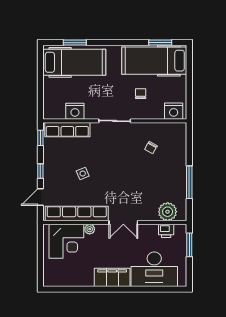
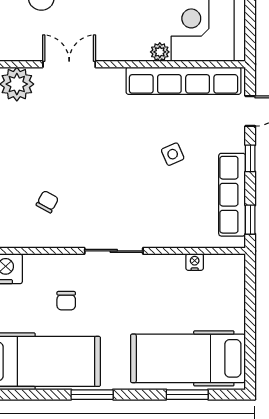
window: (160, 43) -> (92, 395), moved
nightstand: (75, 111) -> (195, 262), width x0.53, depth x0.56
row of seats: (67, 130) -> (232, 195), moved, turned -90
double door: (123, 222) -> (69, 64), moved
printer: (166, 231) -> (19, 49), removed

